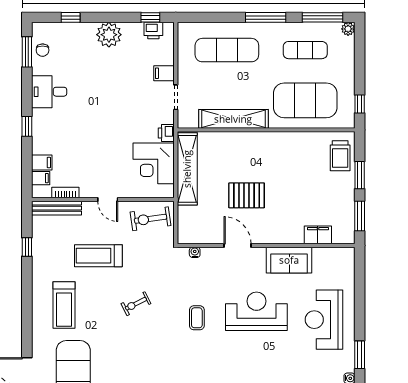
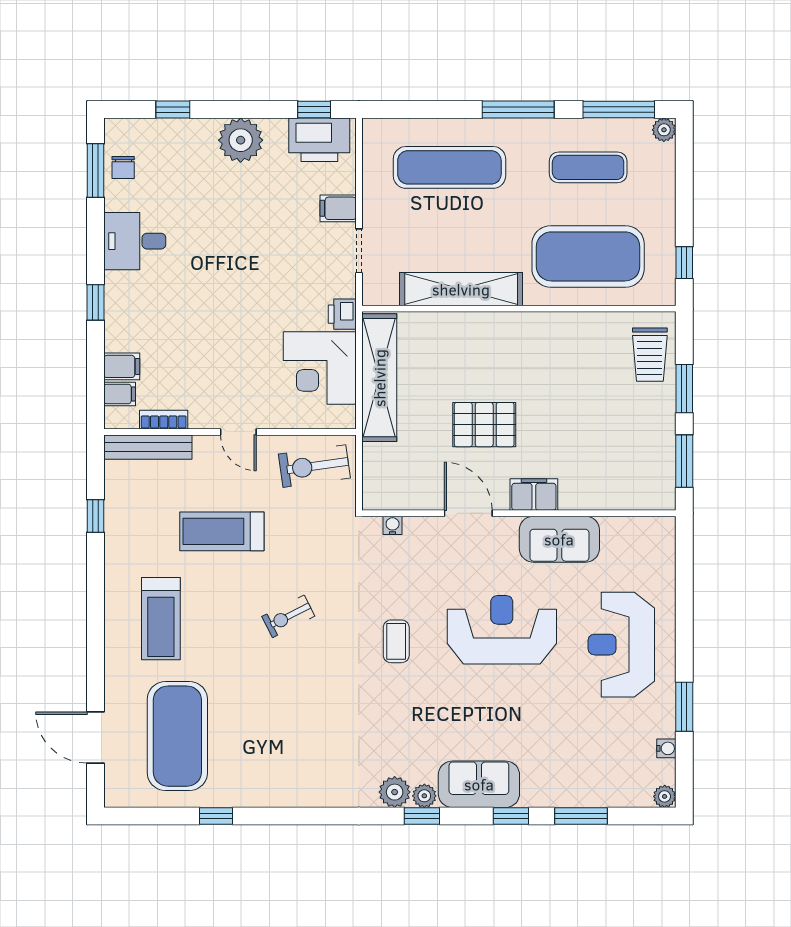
printer: (153, 31) -> (319, 140), width x1.87, depth x1.48
filing cabinet: (318, 235) -> (534, 495), moved

